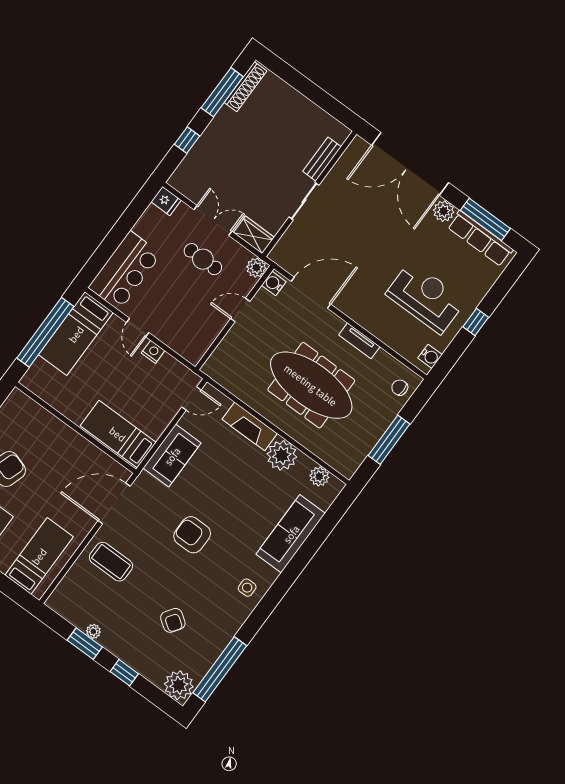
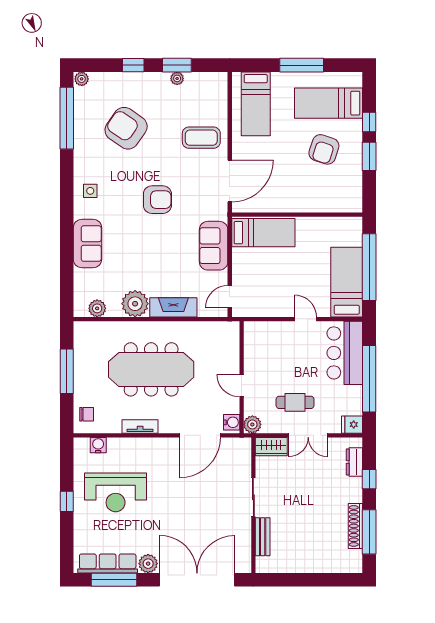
shoe rack: (245, 87) -> (355, 526), moved
dresser: (189, 165) -> (354, 462), added
window: (120, 231) -> (369, 379), added
door: (240, 310) -> (242, 386), swing flipped
nightstand: (153, 352) -> (282, 310), removed
water cooler: (430, 356) -> (98, 445), moved, turned 90
sofa: (291, 534) -> (88, 244), width x0.73
armchair: (173, 620) -> (126, 128), width x1.88, depth x1.88
plant: (179, 685) -> (82, 79), width x0.53, depth x0.53

